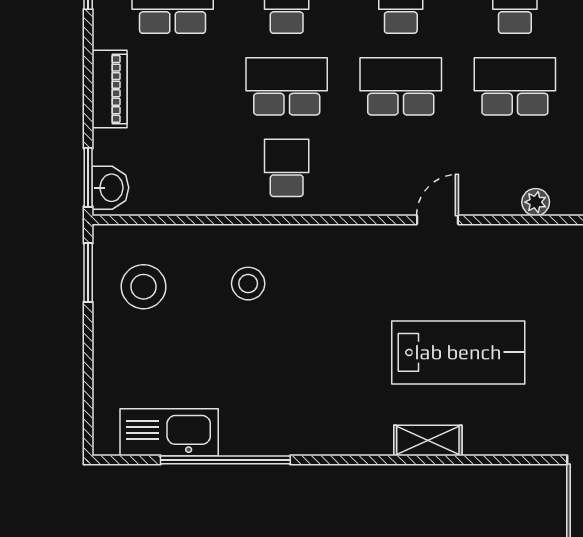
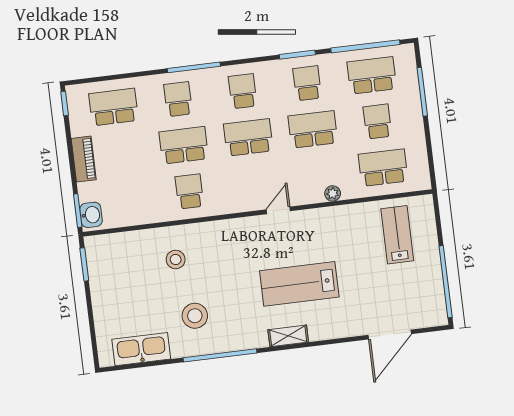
stool: (144, 287) -> (195, 316), moved
lab bench: (458, 352) -> (299, 284), turned 180
window: (225, 460) -> (220, 355), moved

